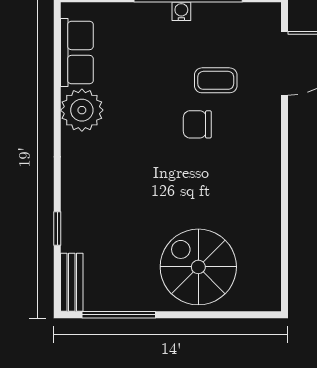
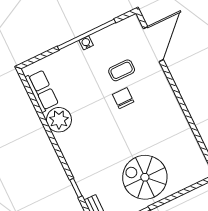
chair: (197, 124) -> (123, 98), turned 90
spiral stairs: (198, 267) -> (145, 177), moved

